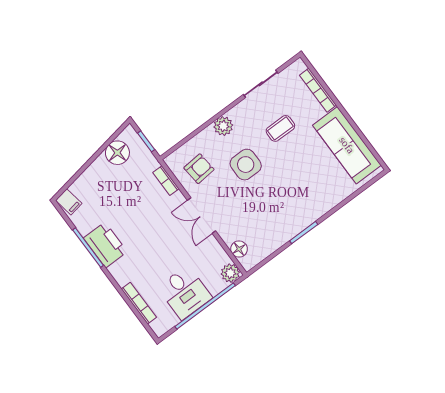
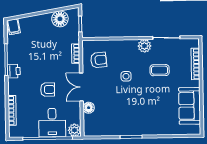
plant: (223, 126) -> (144, 46), moved
sofa: (347, 145) -> (190, 106), width x0.73
side table: (246, 165) -> (126, 76), width x0.54, depth x0.54
printer: (105, 245) -> (14, 71), width x0.53, depth x0.68
armchair: (163, 248) -> (48, 90), added
floor lamp: (239, 249) -> (89, 108), moved
desk: (185, 293) -> (52, 123), moved

